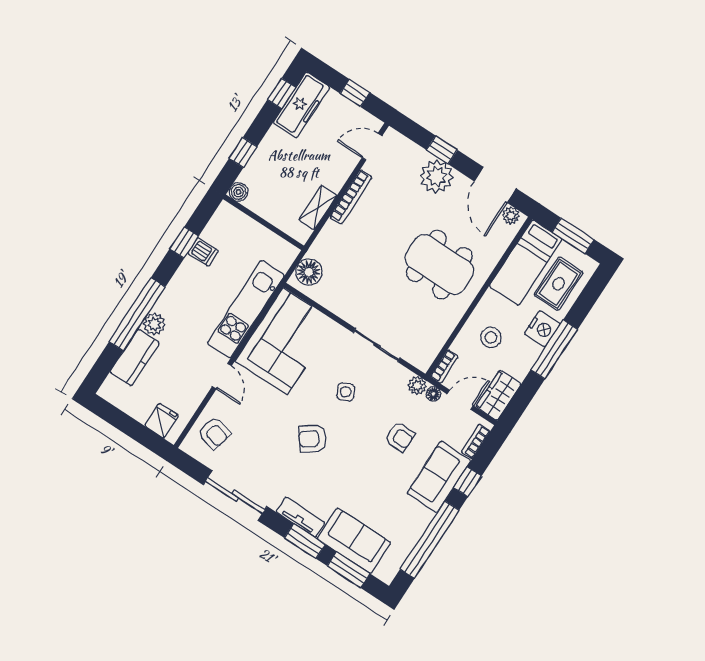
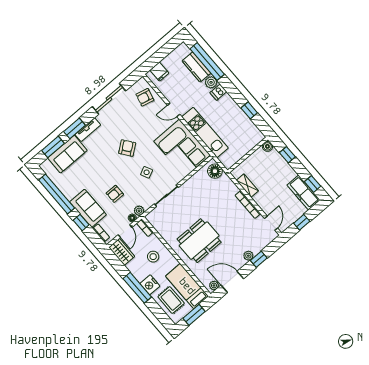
plant: (437, 177) -> (248, 256), width x0.53, depth x0.53
dishwasher: (203, 252) -> (218, 92), moved
window: (137, 314) -> (207, 62), moved

